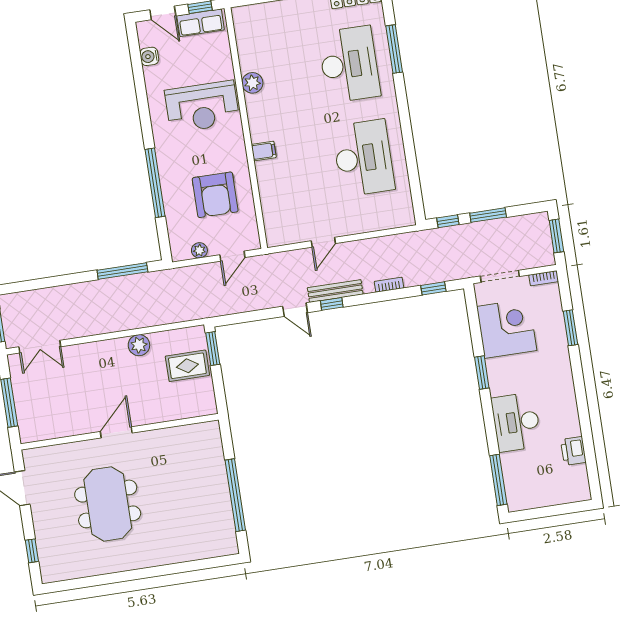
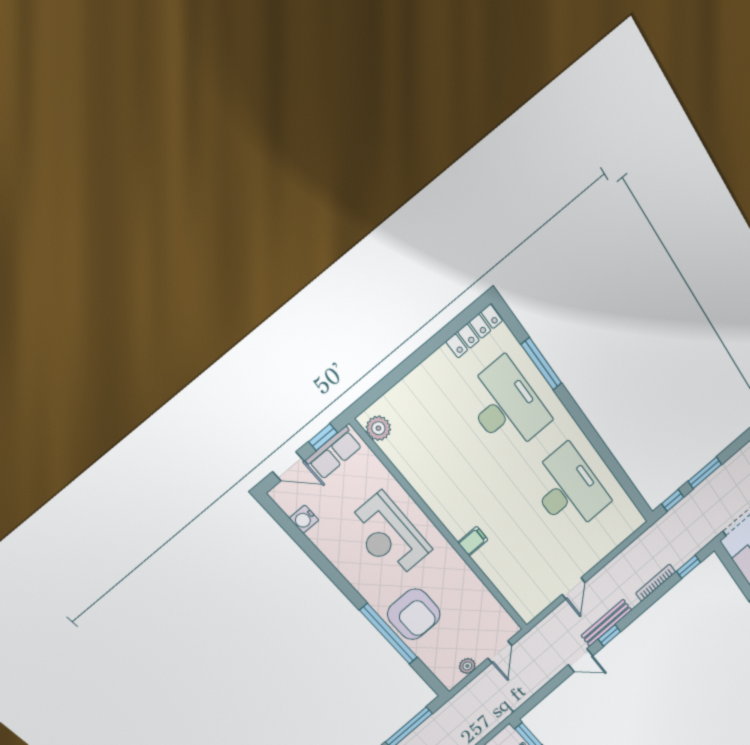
plant: (252, 83) -> (378, 428), moved
reception desk: (202, 107) -> (389, 536), turned 90
armchair: (215, 195) -> (414, 614), moved
bookcase: (389, 285) -> (656, 583), width x1.56

